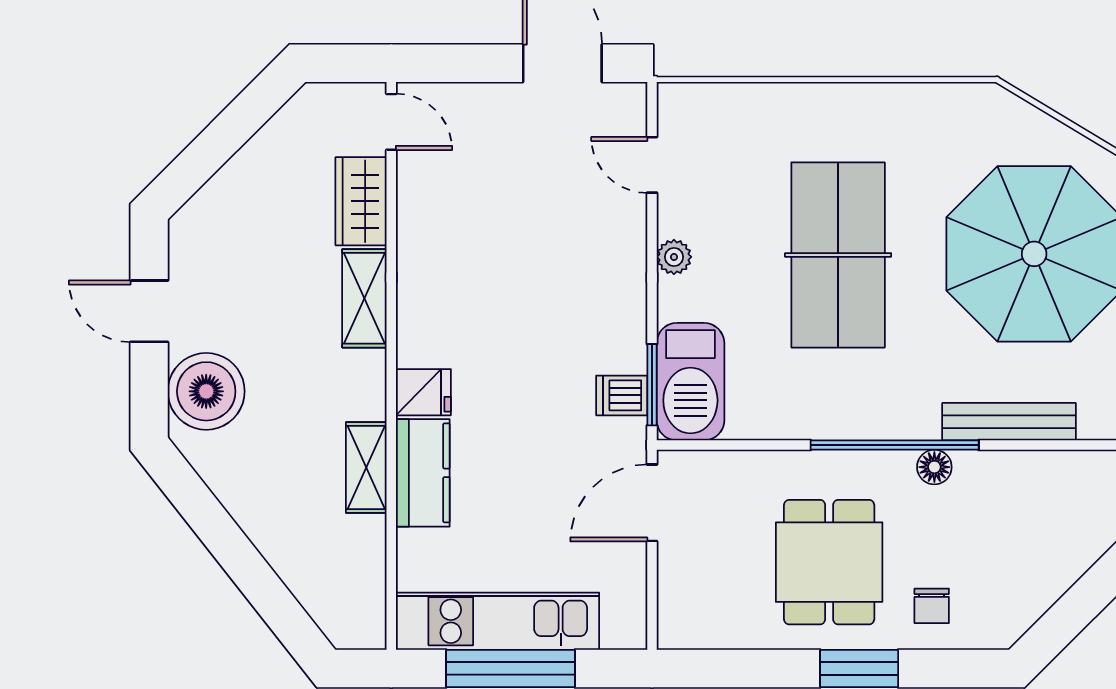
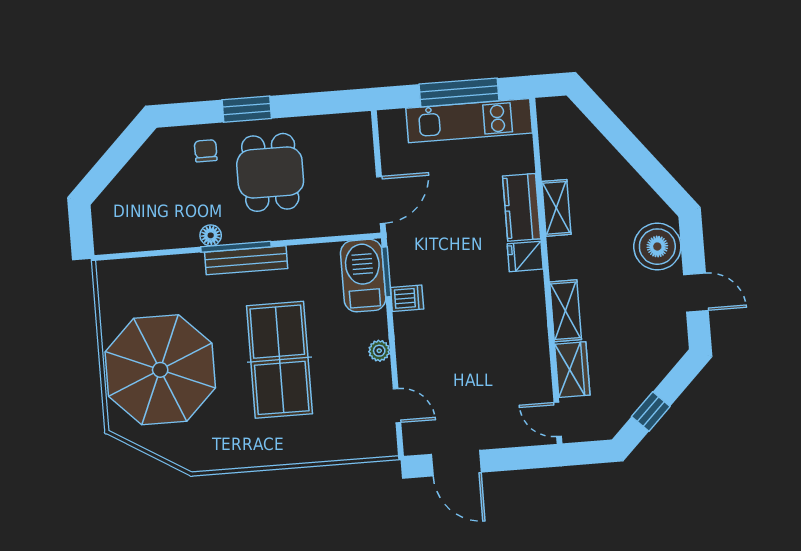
window: (238, 123) -> (651, 412), added
dishwasher: (622, 395) -> (407, 298), moved
bench: (1009, 422) -> (246, 260), moved
window: (895, 445) -> (236, 247), width x0.68

